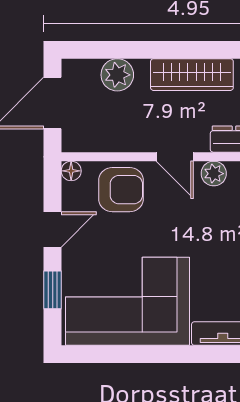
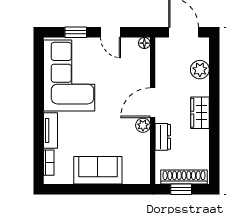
wardrobe: (192, 75) -> (200, 113), width x0.67
door: (175, 157) -> (153, 103), width x1.38
armchair: (121, 190) -> (134, 72), removed

